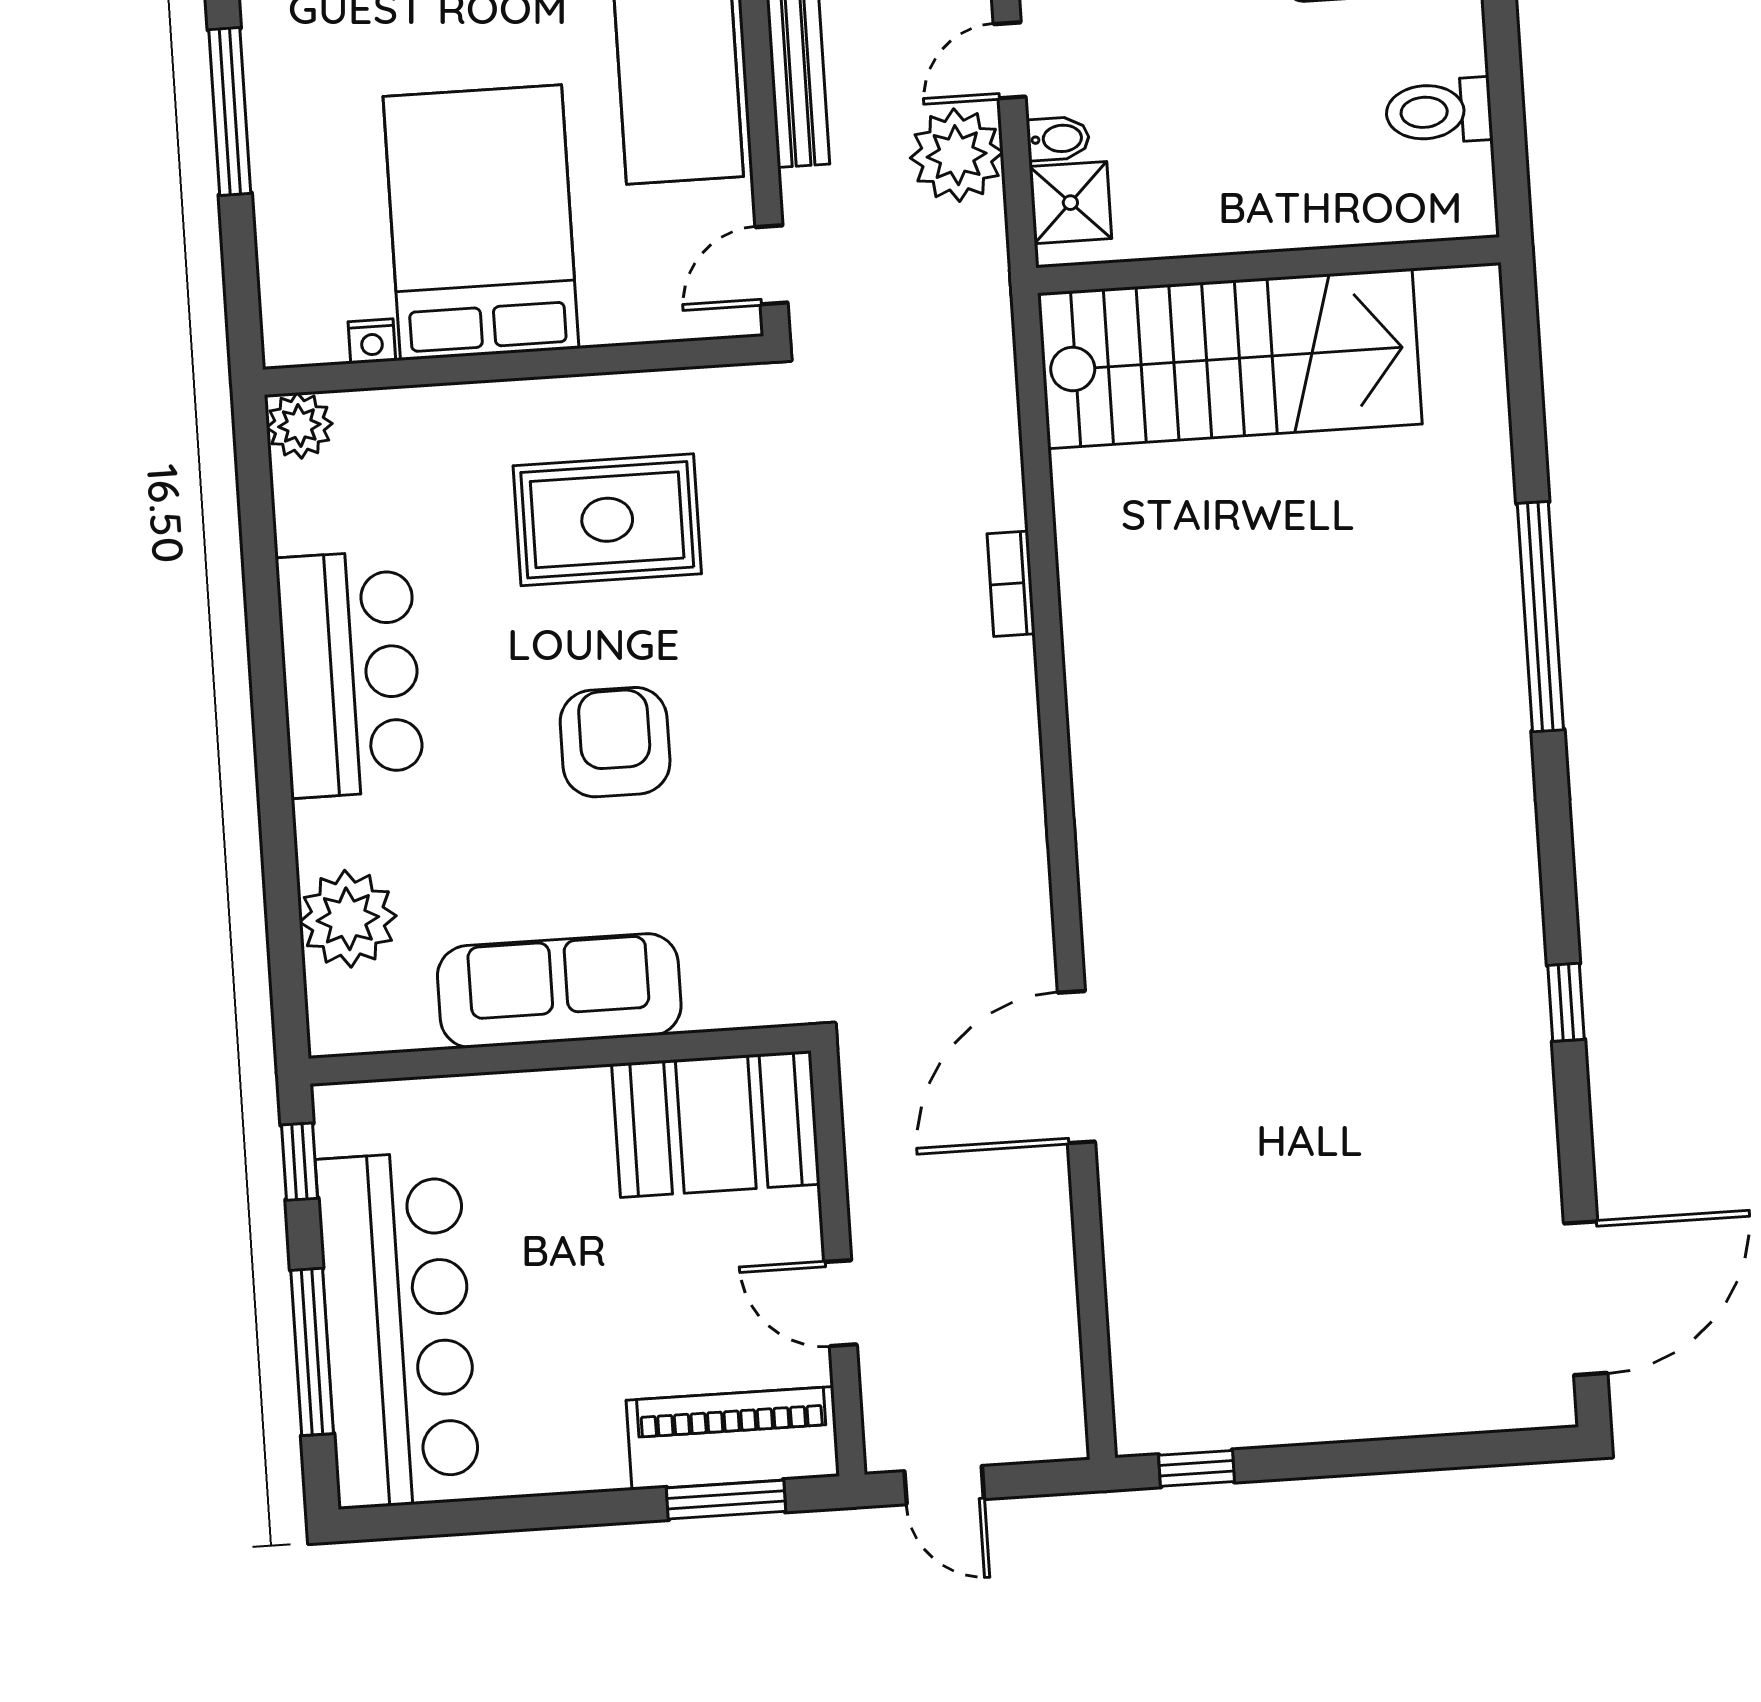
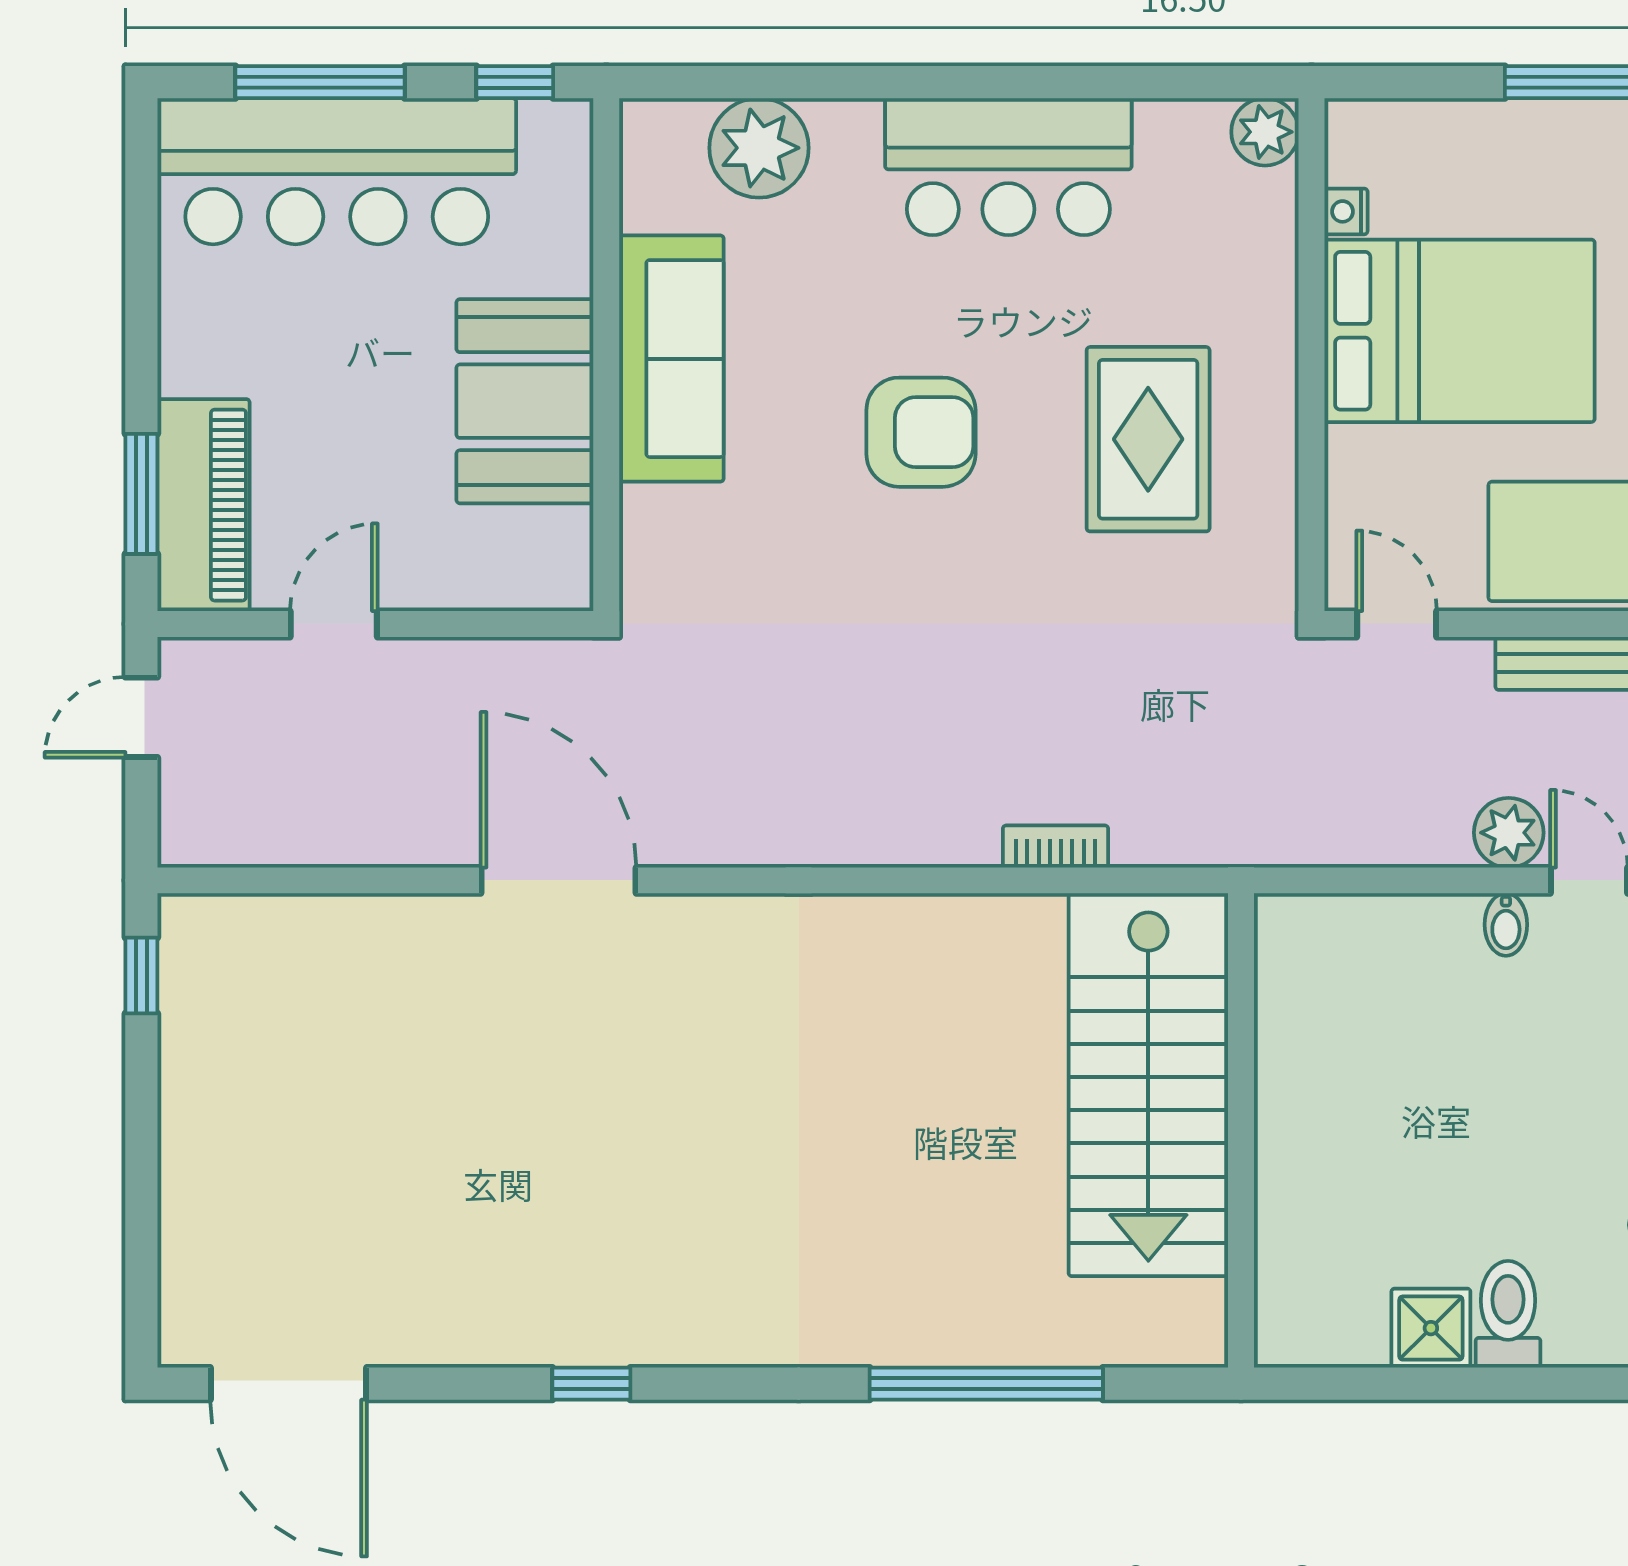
plant: (957, 155) -> (1509, 833), width x0.73, depth x0.73
shower: (1070, 203) -> (1431, 1328), moved
wall: (1269, 265) -> (1241, 1130), moved
stairs: (1230, 359) -> (1148, 1085), moved
booth: (716, 1124) -> (525, 401), moved

